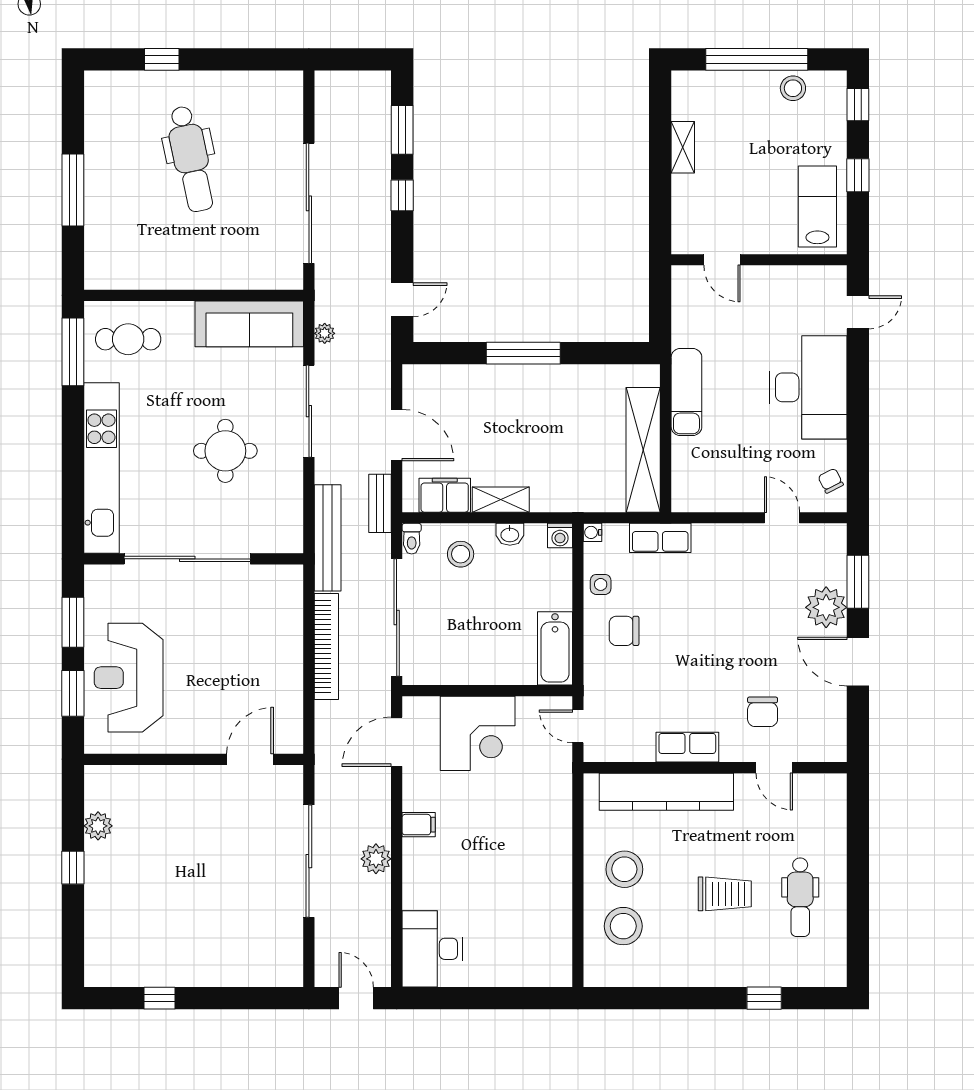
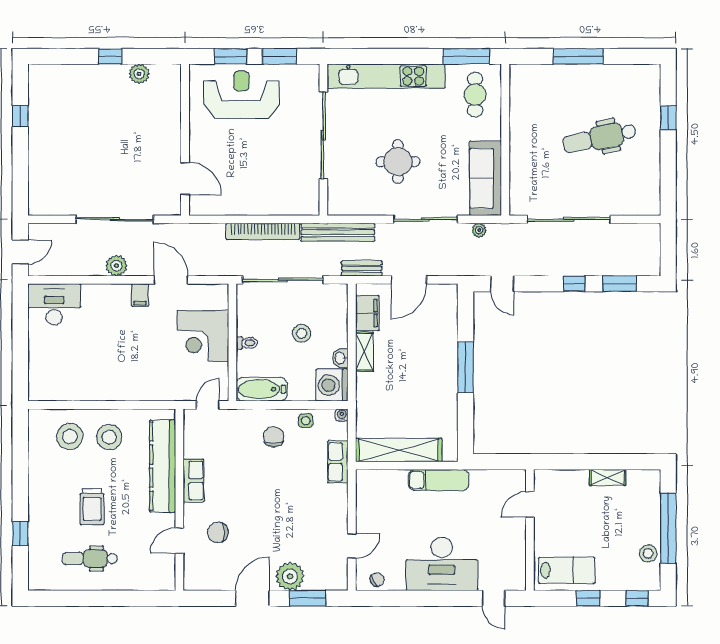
washing machine: (560, 536) -> (332, 385), width x1.89, depth x1.89
toilet: (412, 539) -> (247, 343), moved, turned 180
stool: (461, 554) -> (301, 333), moved
door: (397, 742) -> (171, 280), moved

